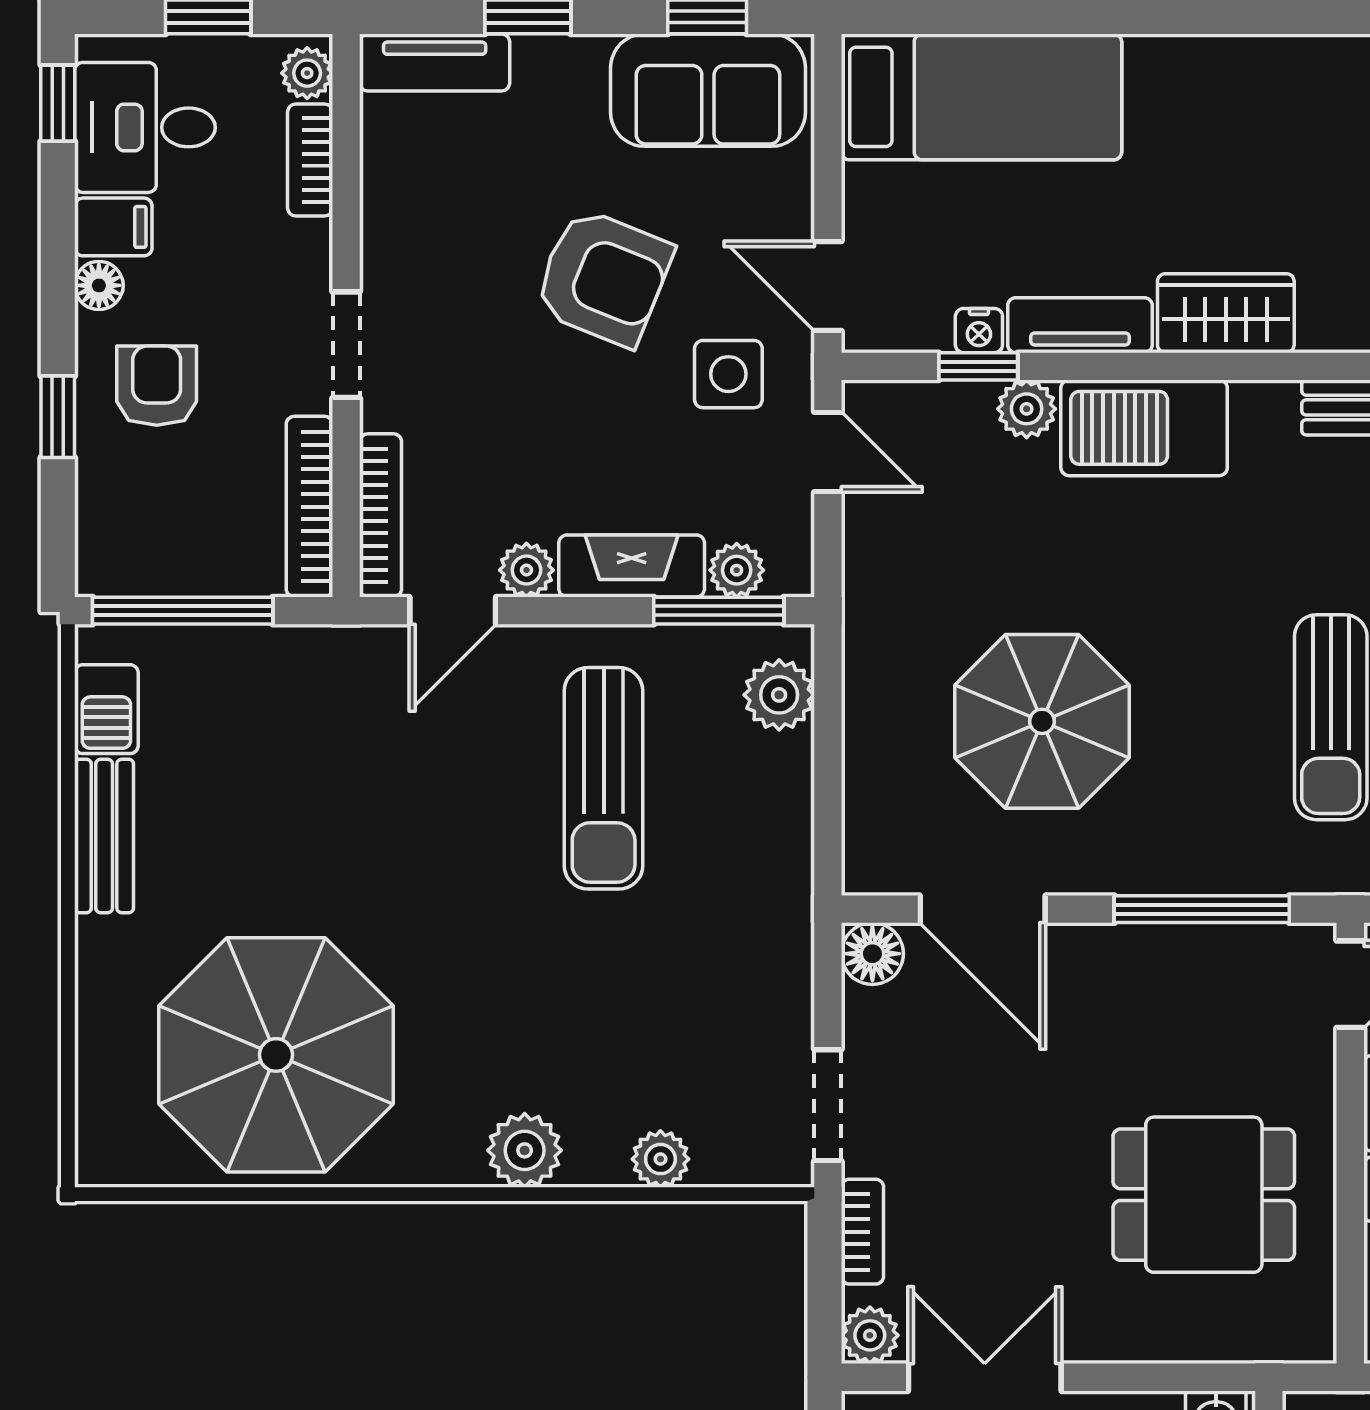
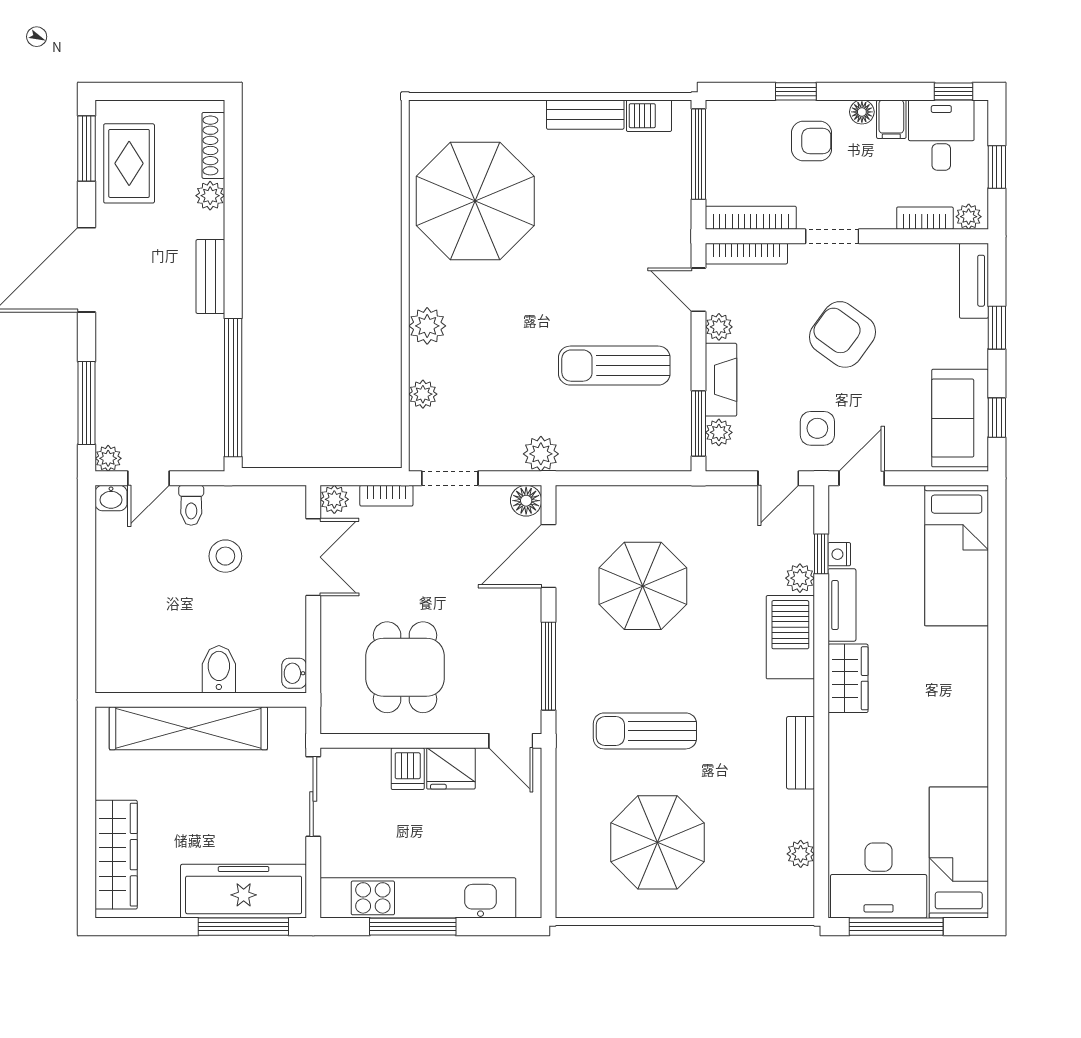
armchair: (603, 277) -> (842, 334), moved, turned 104
plant: (779, 695) -> (541, 454), moved

